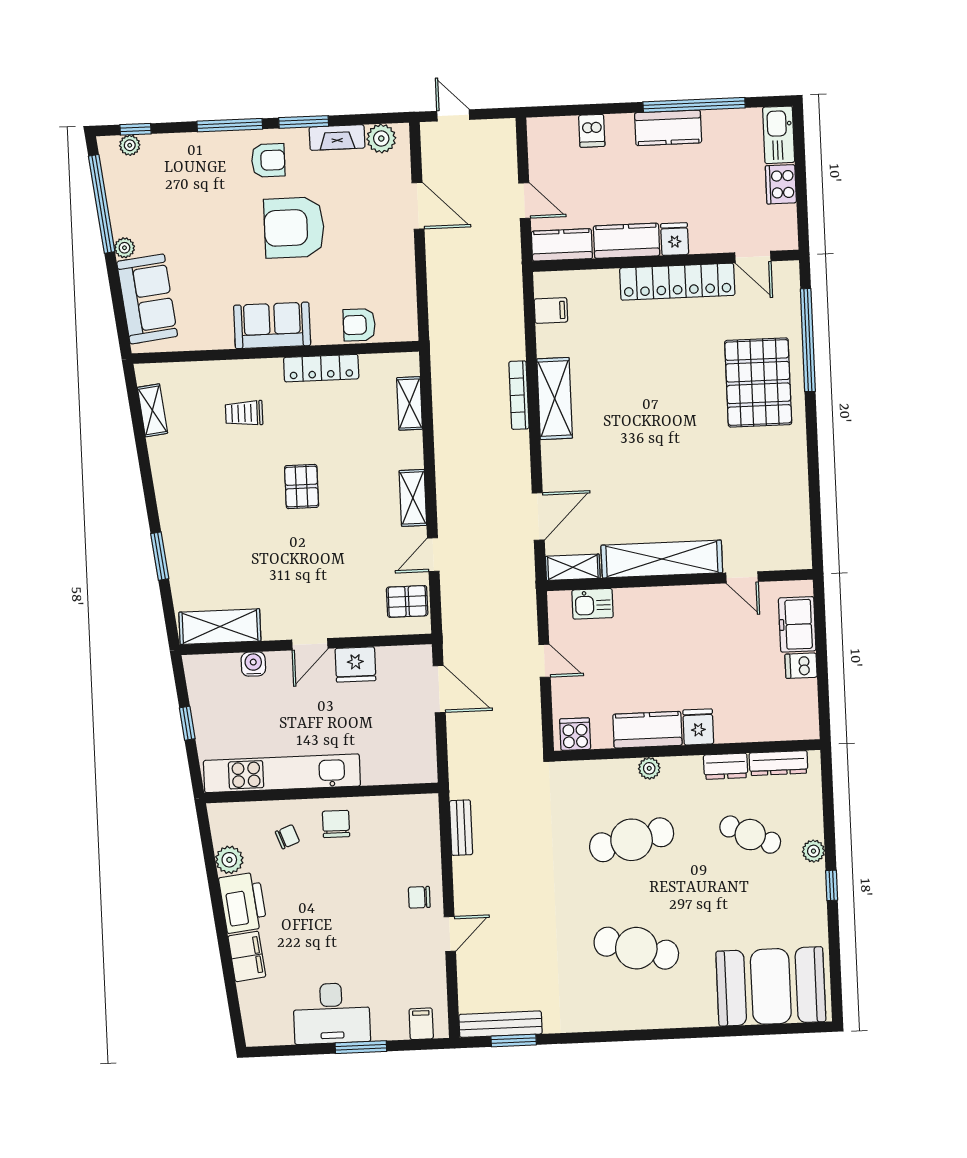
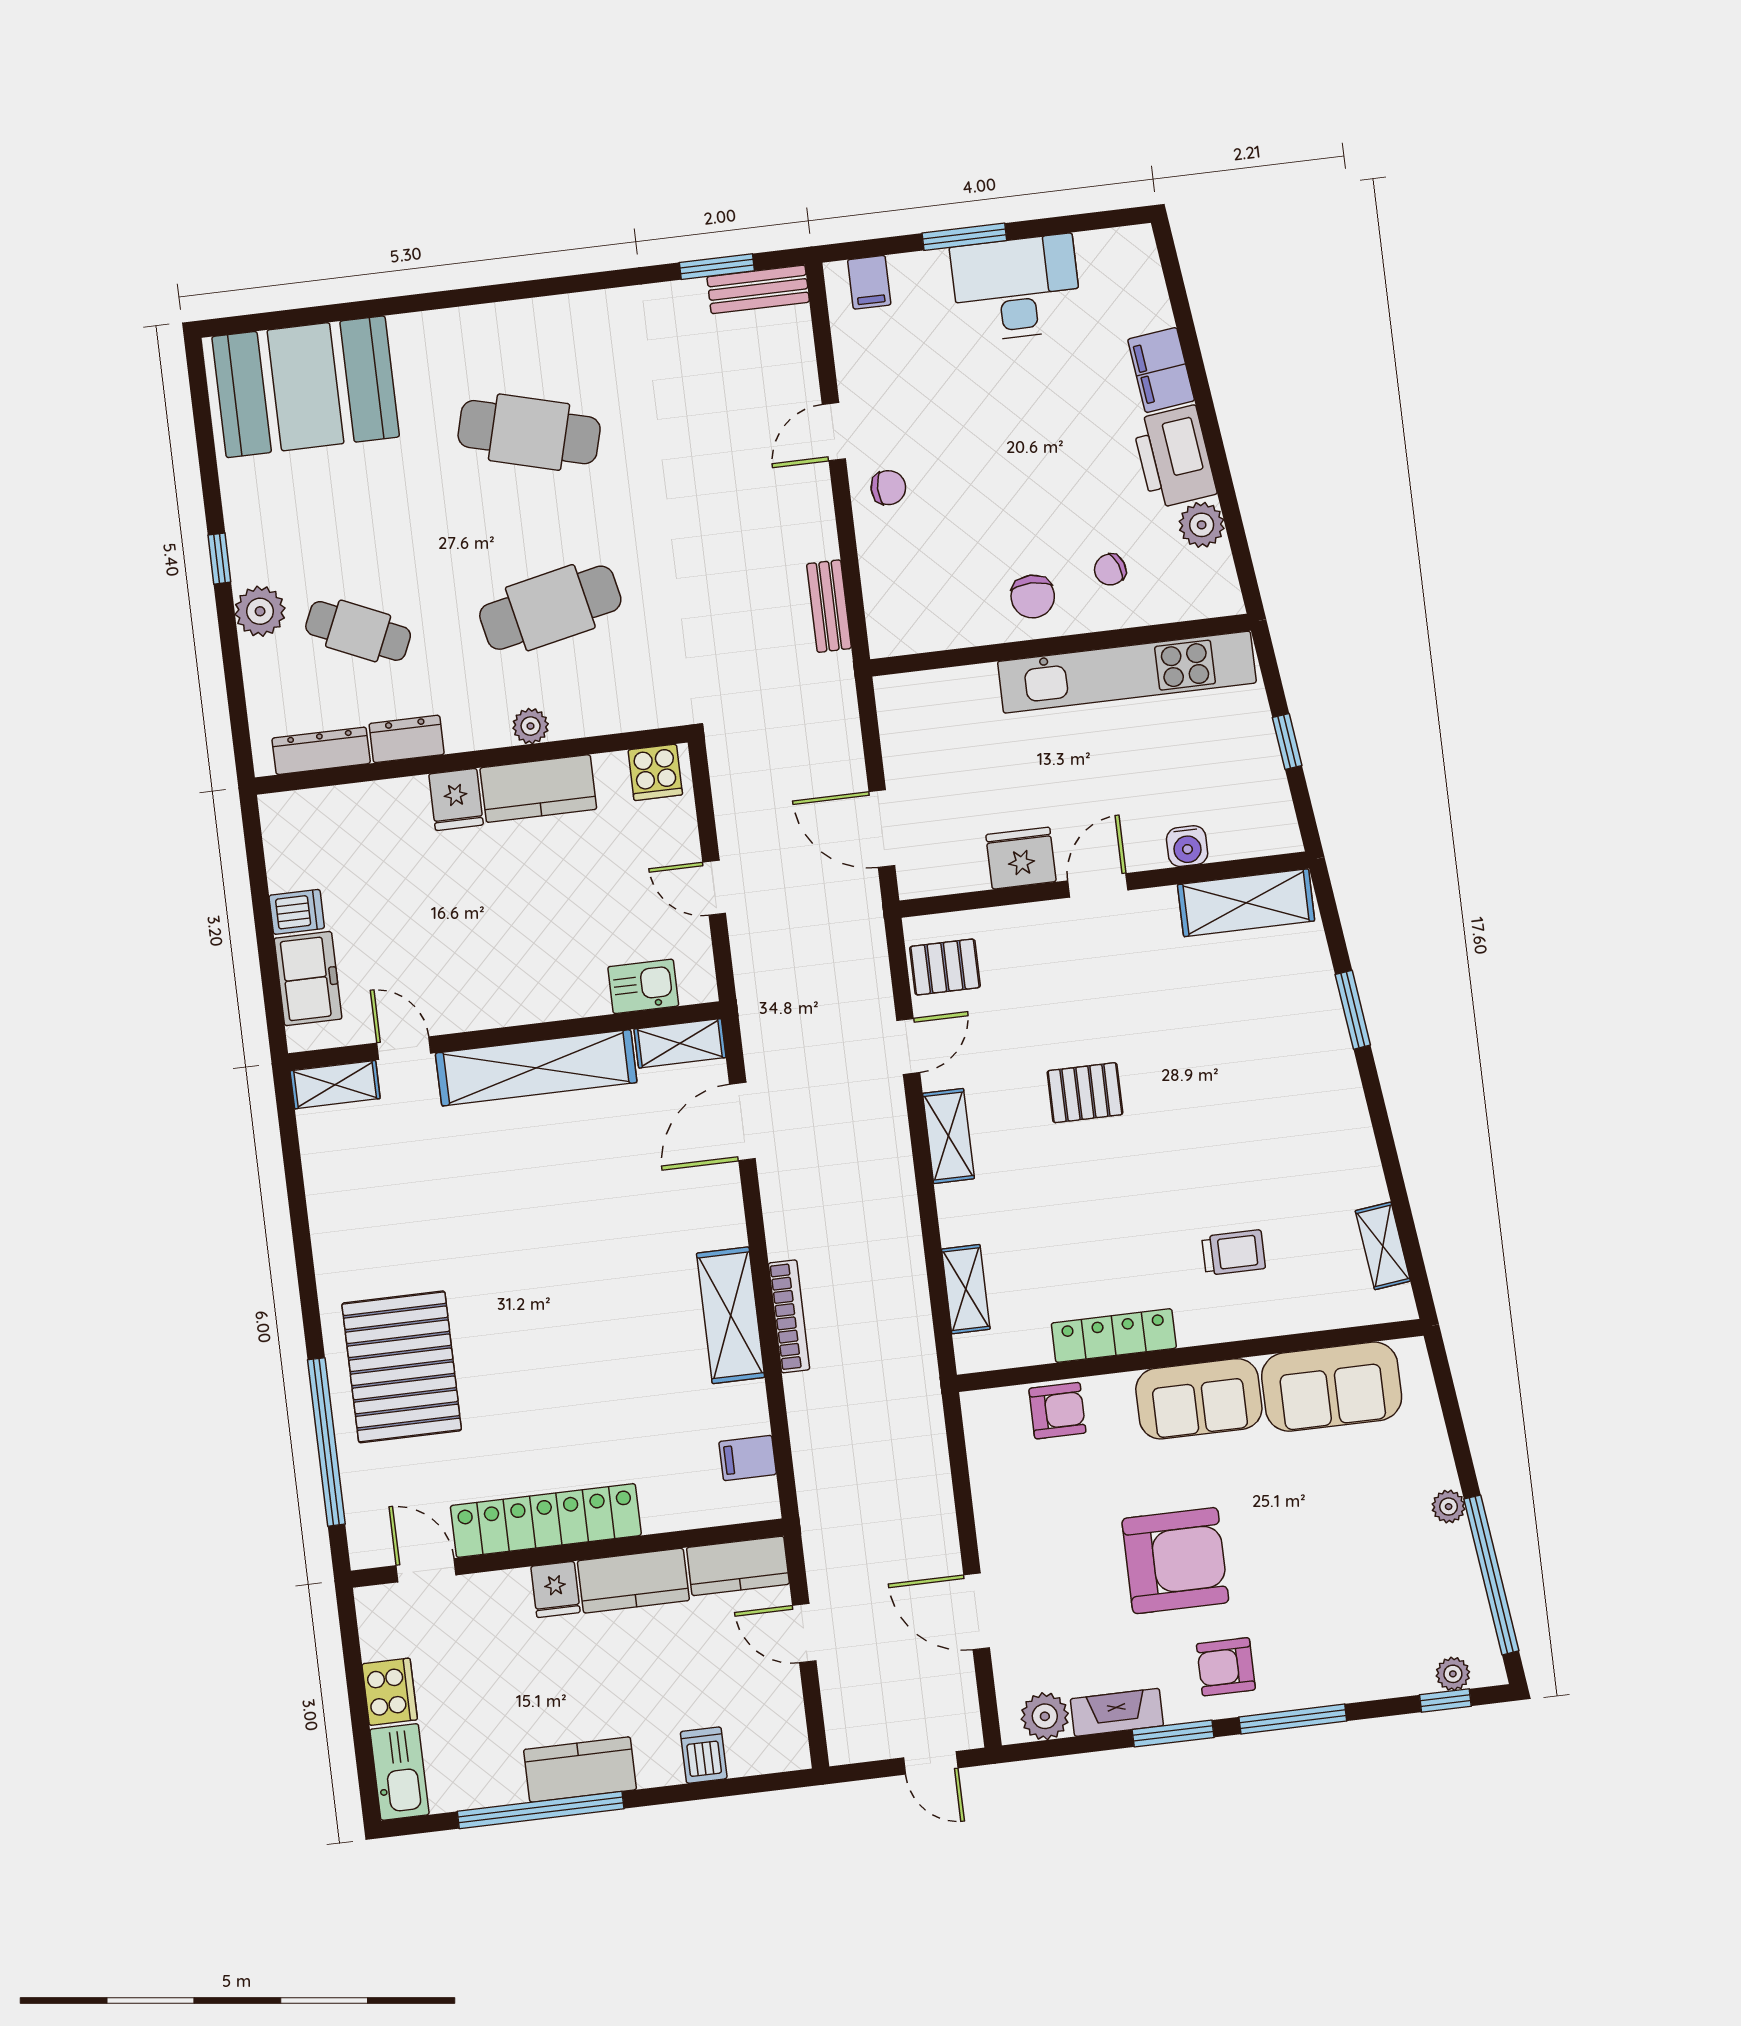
sofa: (147, 299) -> (1332, 1387), moved, turned -83
pallet: (302, 487) -> (1085, 1093), moved, turned 90
shelving: (786, 558) -> (335, 1085), added
plant: (813, 851) -> (260, 611), width x1.38, depth x1.38
bench: (500, 1024) -> (758, 289), width x0.73

